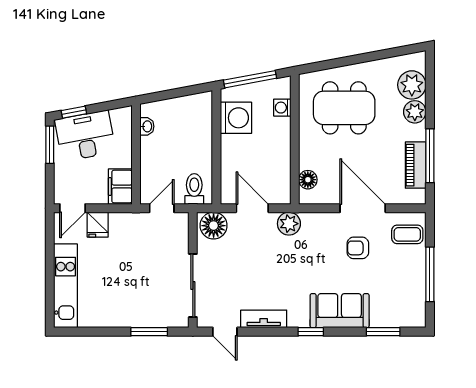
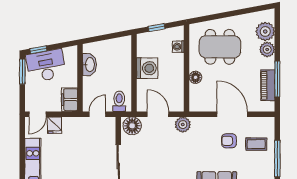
window: (250, 79) -> (157, 28), width x0.46
washing machine: (236, 118) -> (147, 68), moved
washbasin: (147, 126) -> (90, 65), width x1.91, depth x1.45
floor lamp: (308, 180) -> (195, 77), moved
coffee table: (407, 234) -> (256, 144), moved

